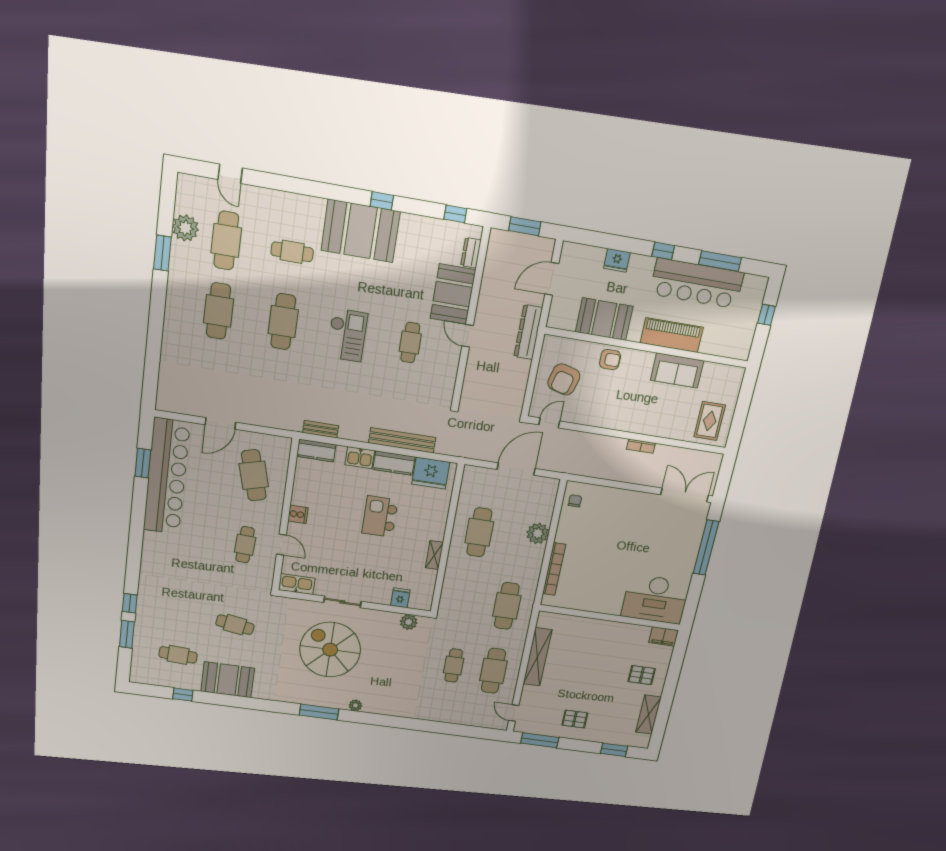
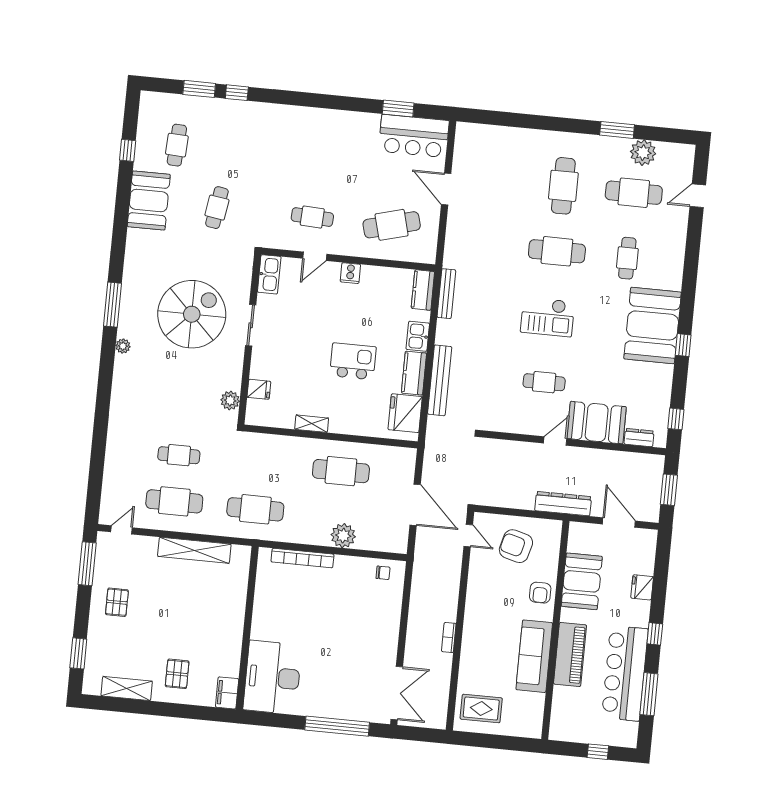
cafe table: (218, 311) -> (563, 186), turned 90
sofa: (677, 370) -> (534, 656), width x1.36
bench: (321, 429) -> (446, 294), width x1.36
bar counter: (166, 476) -> (414, 136), width x0.54

